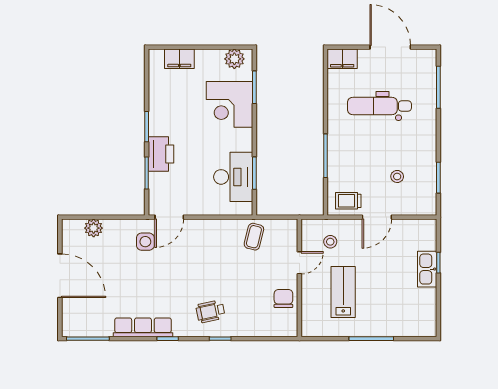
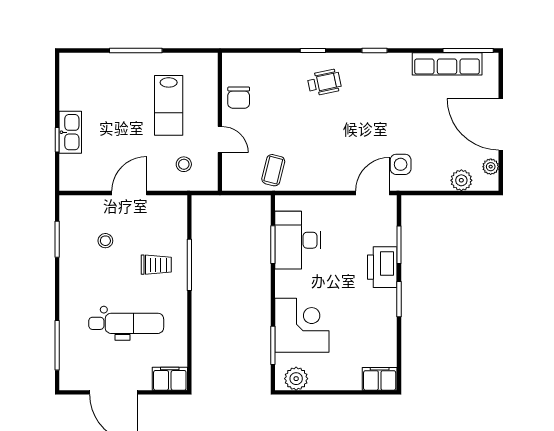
filing cabinet: (179, 59) -> (380, 379), moved
trolley: (348, 201) -> (156, 265), moved
plant: (69, 240) -> (491, 167), added
door: (299, 263) -> (220, 140), swing flipped
row of seats: (143, 327) -> (447, 64), moved

